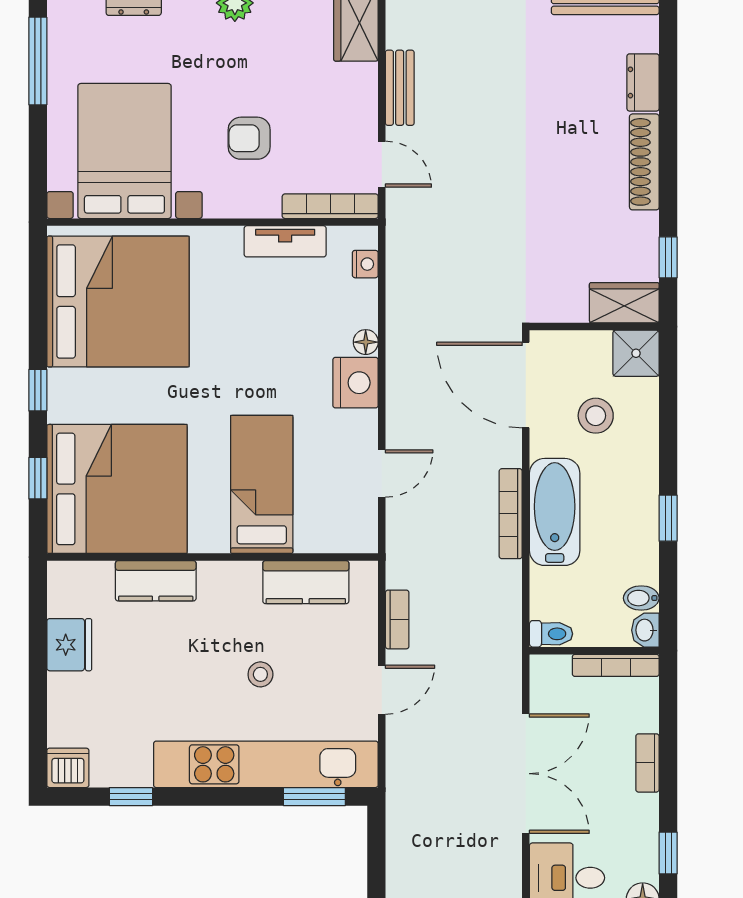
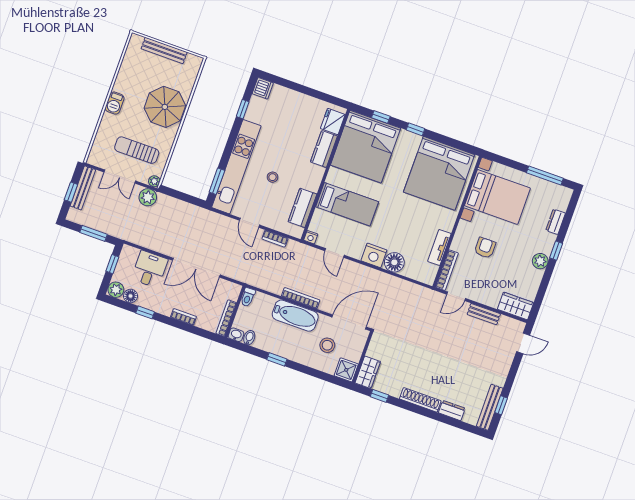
nightstand: (365, 264) -> (311, 237), moved
floor lamp: (366, 342) -> (394, 262), width x1.89, depth x1.89
fridge: (69, 645) -> (333, 121), moved, turned 90

